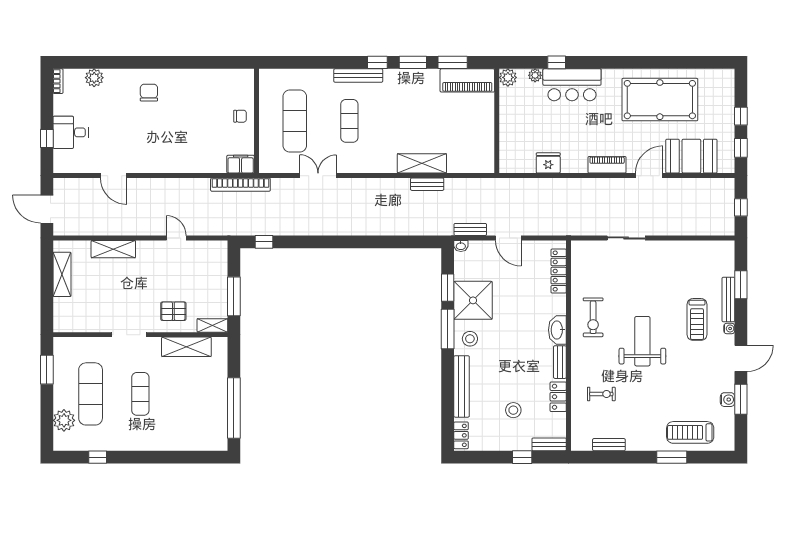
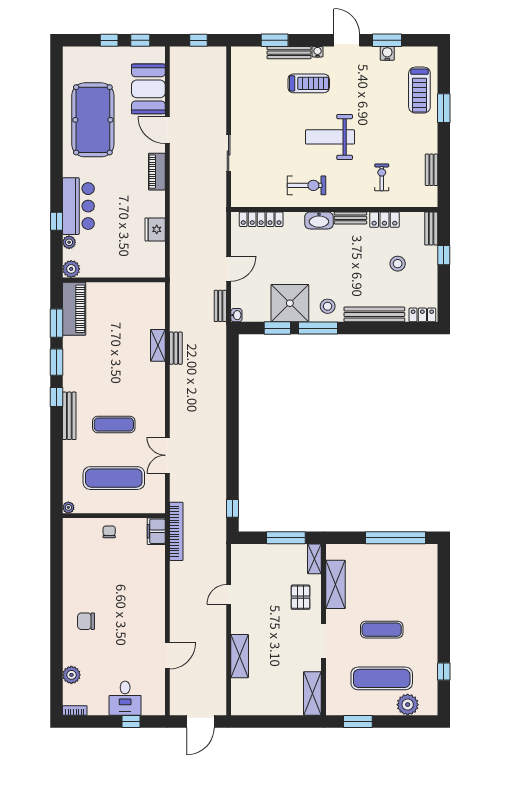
plant: (265, 75) -> (68, 507), added
shelving: (422, 163) -> (158, 345), width x0.67, depth x0.75
shelving: (62, 274) -> (312, 693), moved, turned 90

